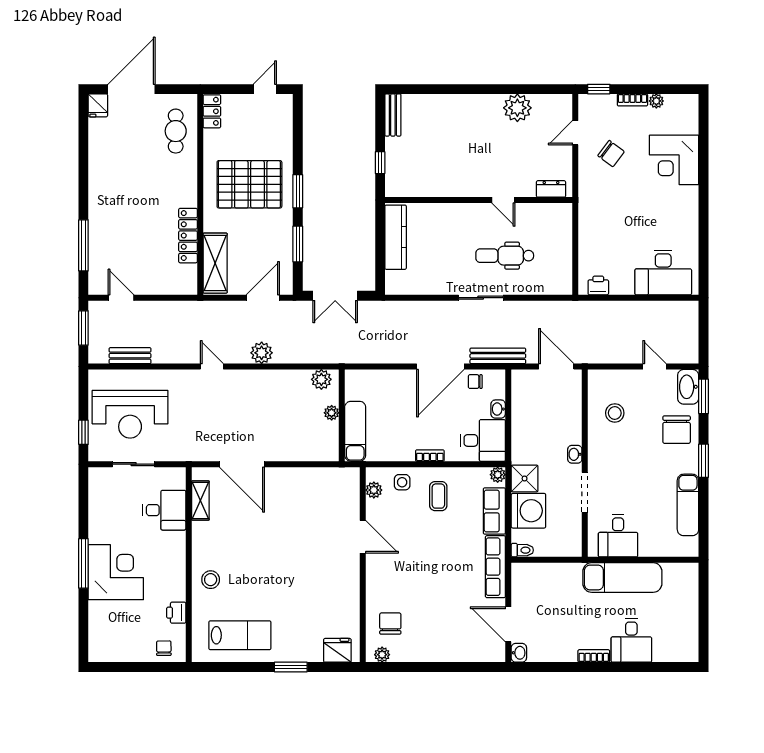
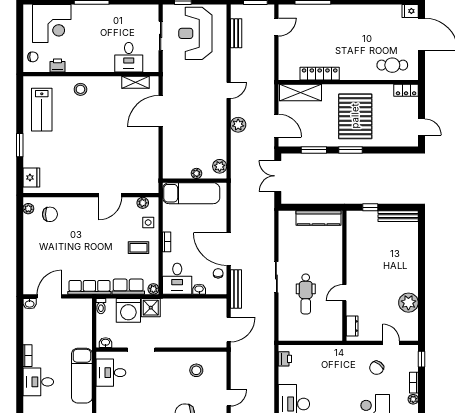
bench: (393, 115) -> (398, 216), width x1.36
dental chair: (505, 256) -> (306, 294), turned 180
exam couch: (355, 431) -> (191, 193), width x1.36, depth x1.45
washbasin: (575, 454) -> (106, 343), moved
corner desk: (116, 572) -> (52, 23), moved

